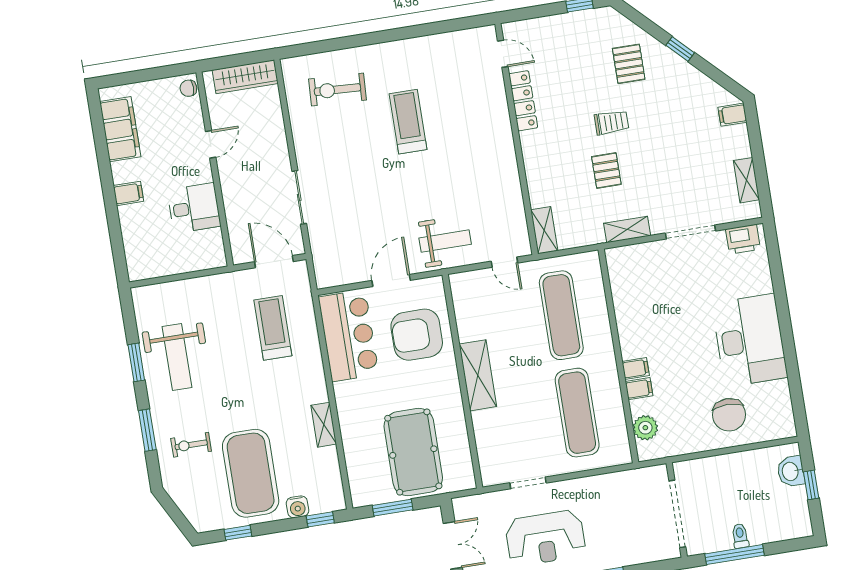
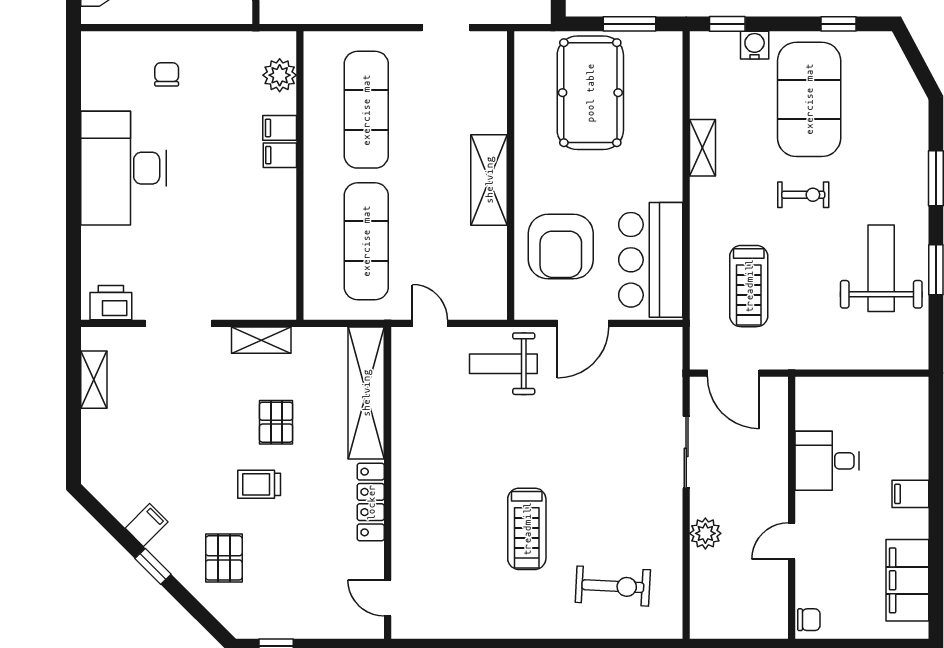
wardrobe: (245, 77) -> (732, 623), removed
locker: (523, 101) -> (371, 502), moved
filing cabinet: (732, 115) -> (147, 525), moved, turned -45
plant: (275, 140) -> (705, 533), added
shelving: (544, 230) -> (366, 393), width x2.20, depth x1.33
armchair: (417, 335) -> (561, 247), turned 90
chair: (729, 415) -> (167, 74), width x0.54, depth x0.54
exercise bike: (191, 445) -> (803, 195), moved

